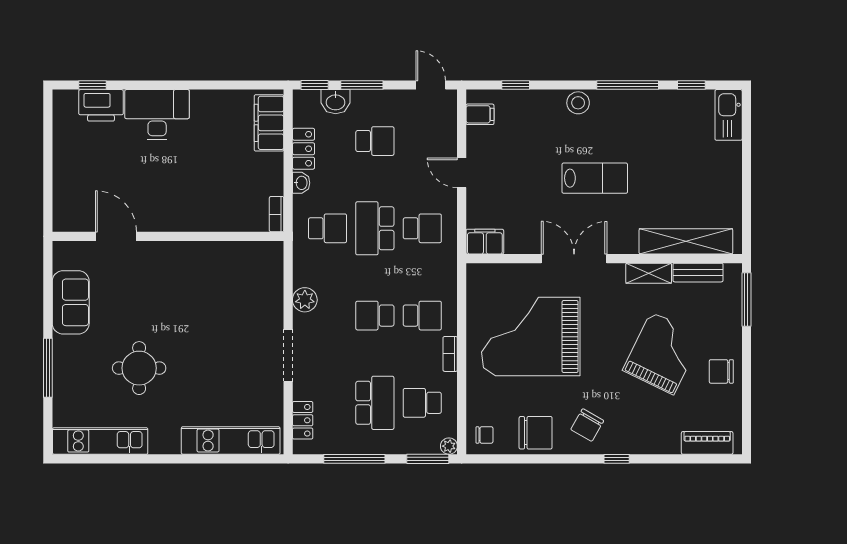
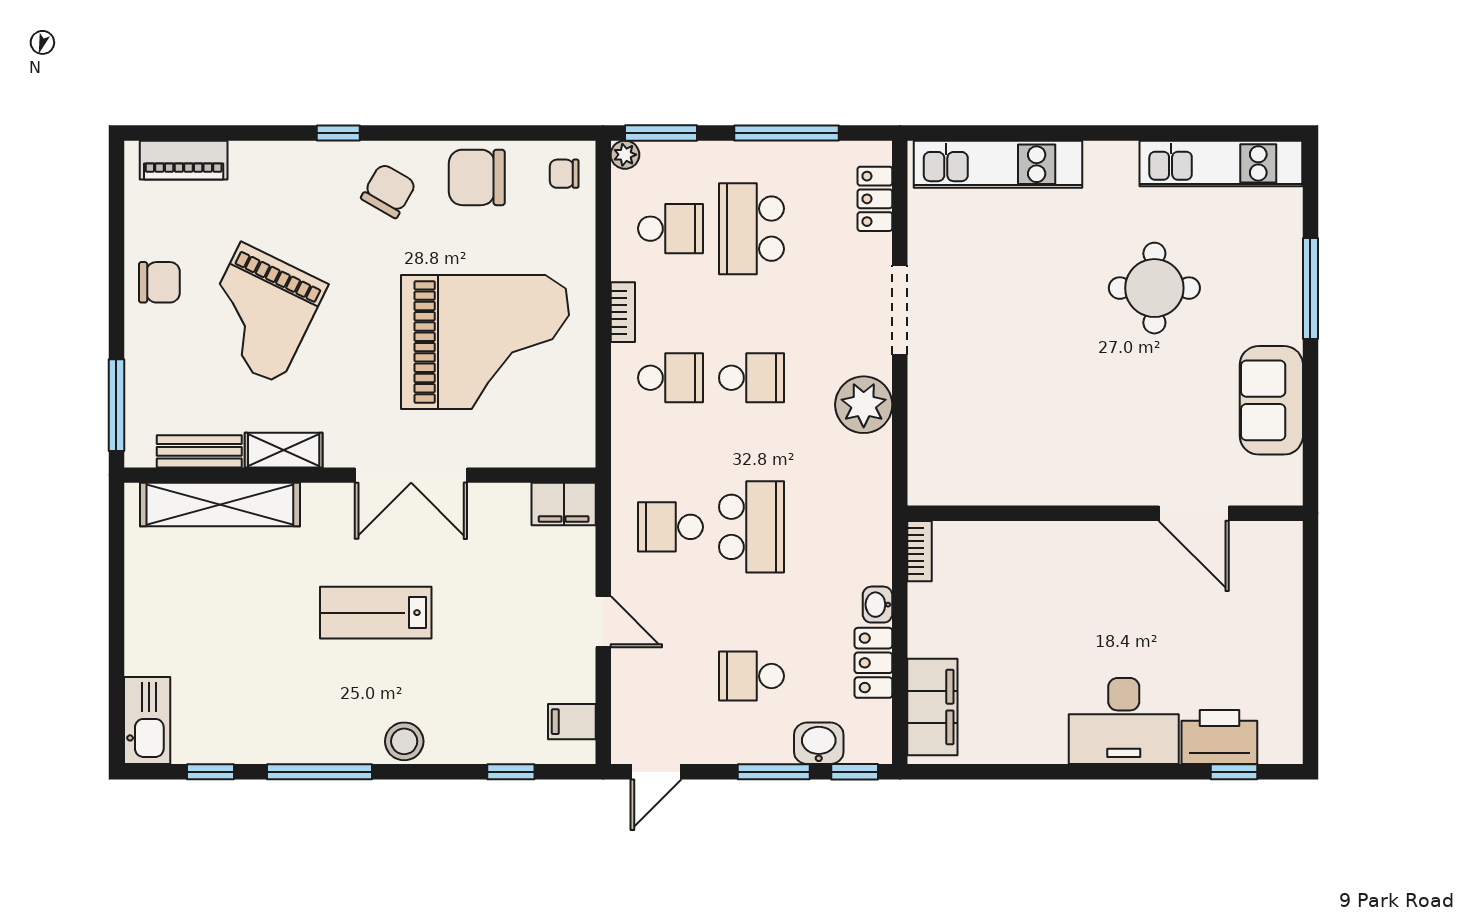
door: (431, 85) -> (656, 772), hinge flipped
school desk: (327, 228) -> (832, 527), removed
plant: (305, 300) -> (864, 405), width x1.36, depth x1.36
school desk: (422, 316) -> (670, 378), turned 180

